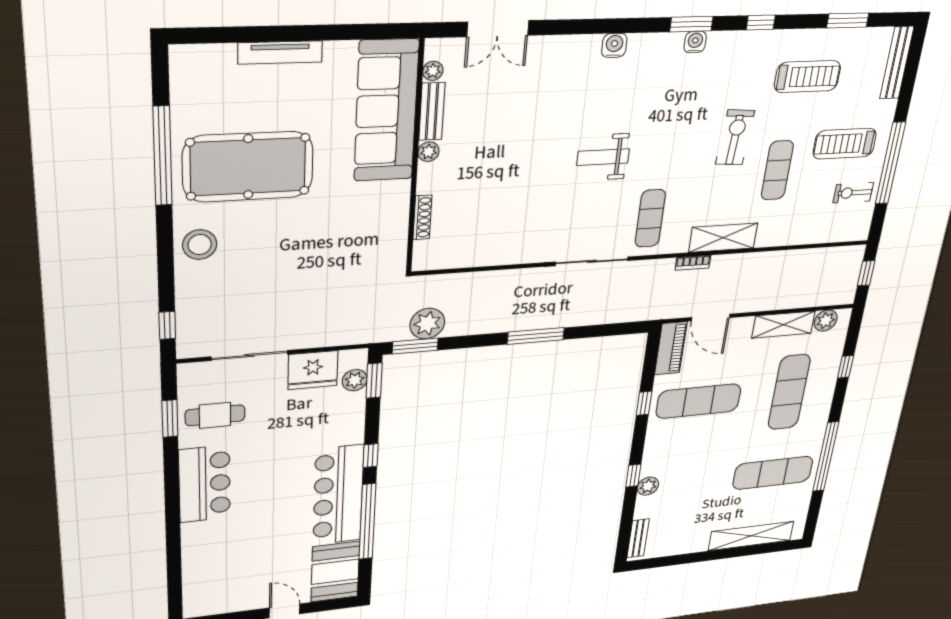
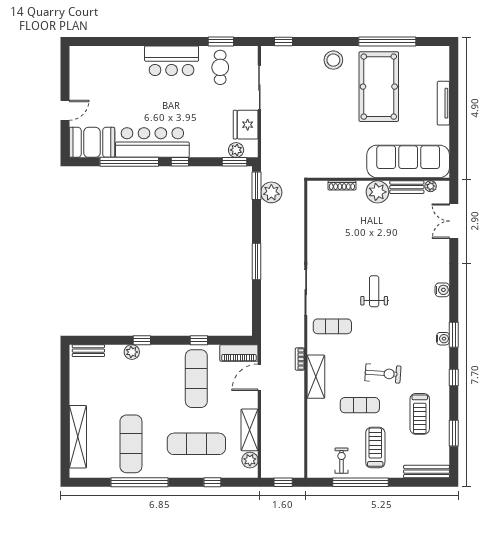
plant: (429, 152) -> (377, 192), width x1.88, depth x1.88

